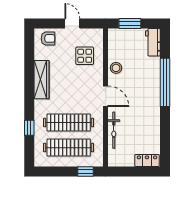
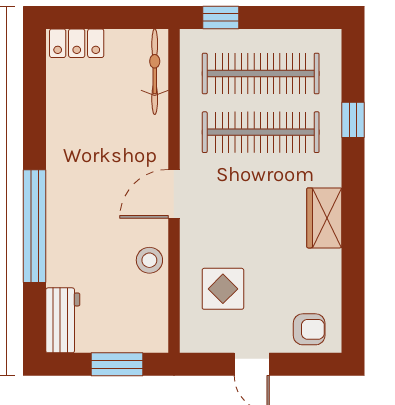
armchair: (48, 38) -> (309, 329), turned 180
wardrobe: (41, 80) -> (324, 218), width x0.67
door: (106, 96) -> (174, 194), hinge flipped
bicycle: (114, 130) -> (155, 72), moved

